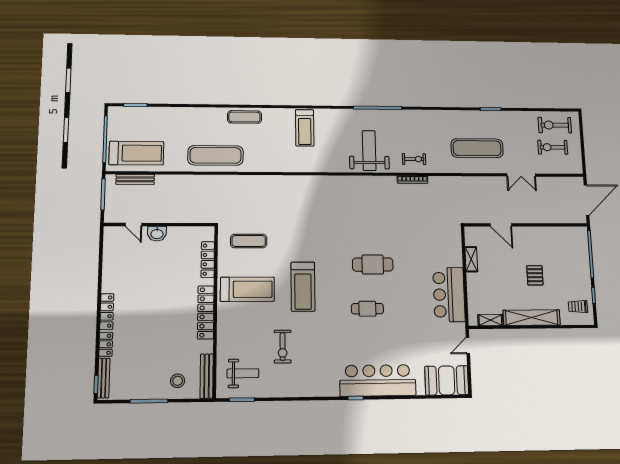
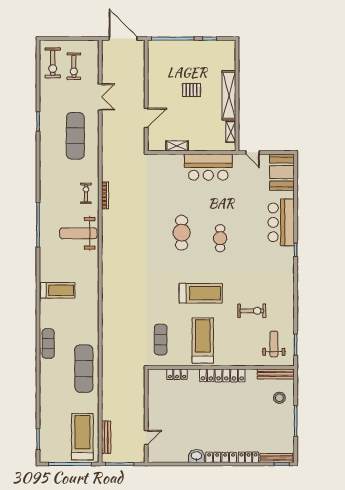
washbasin: (157, 234) -> (196, 456), moved, turned -90
locker: (208, 260) -> (177, 374), width x0.66
trolley: (578, 307) -> (219, 53), removed
bar counter: (378, 380) -> (281, 222), width x0.73

